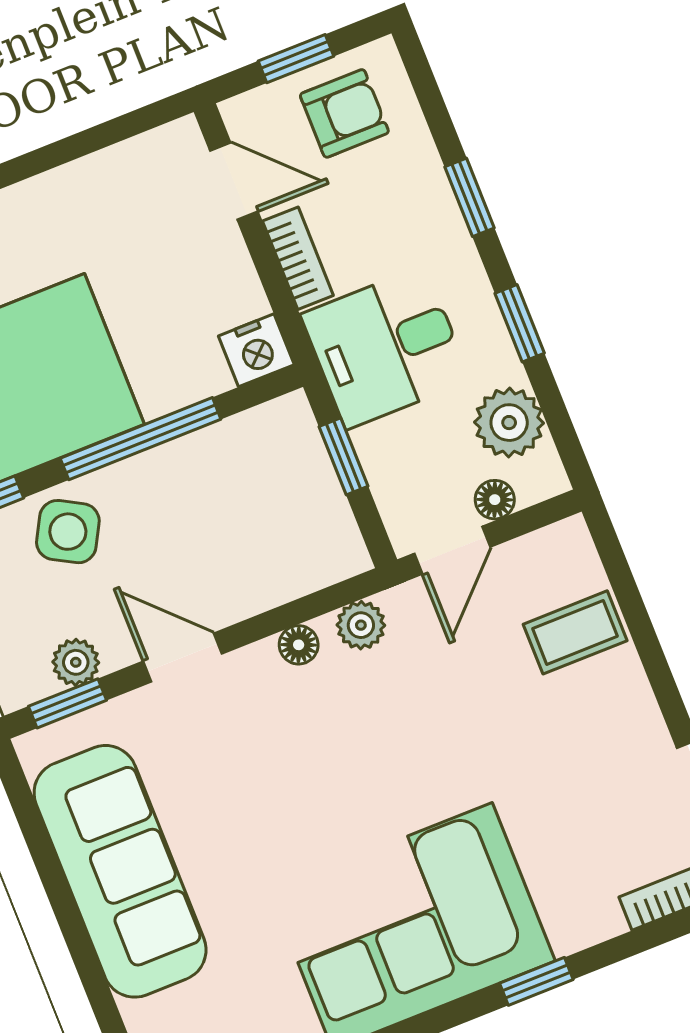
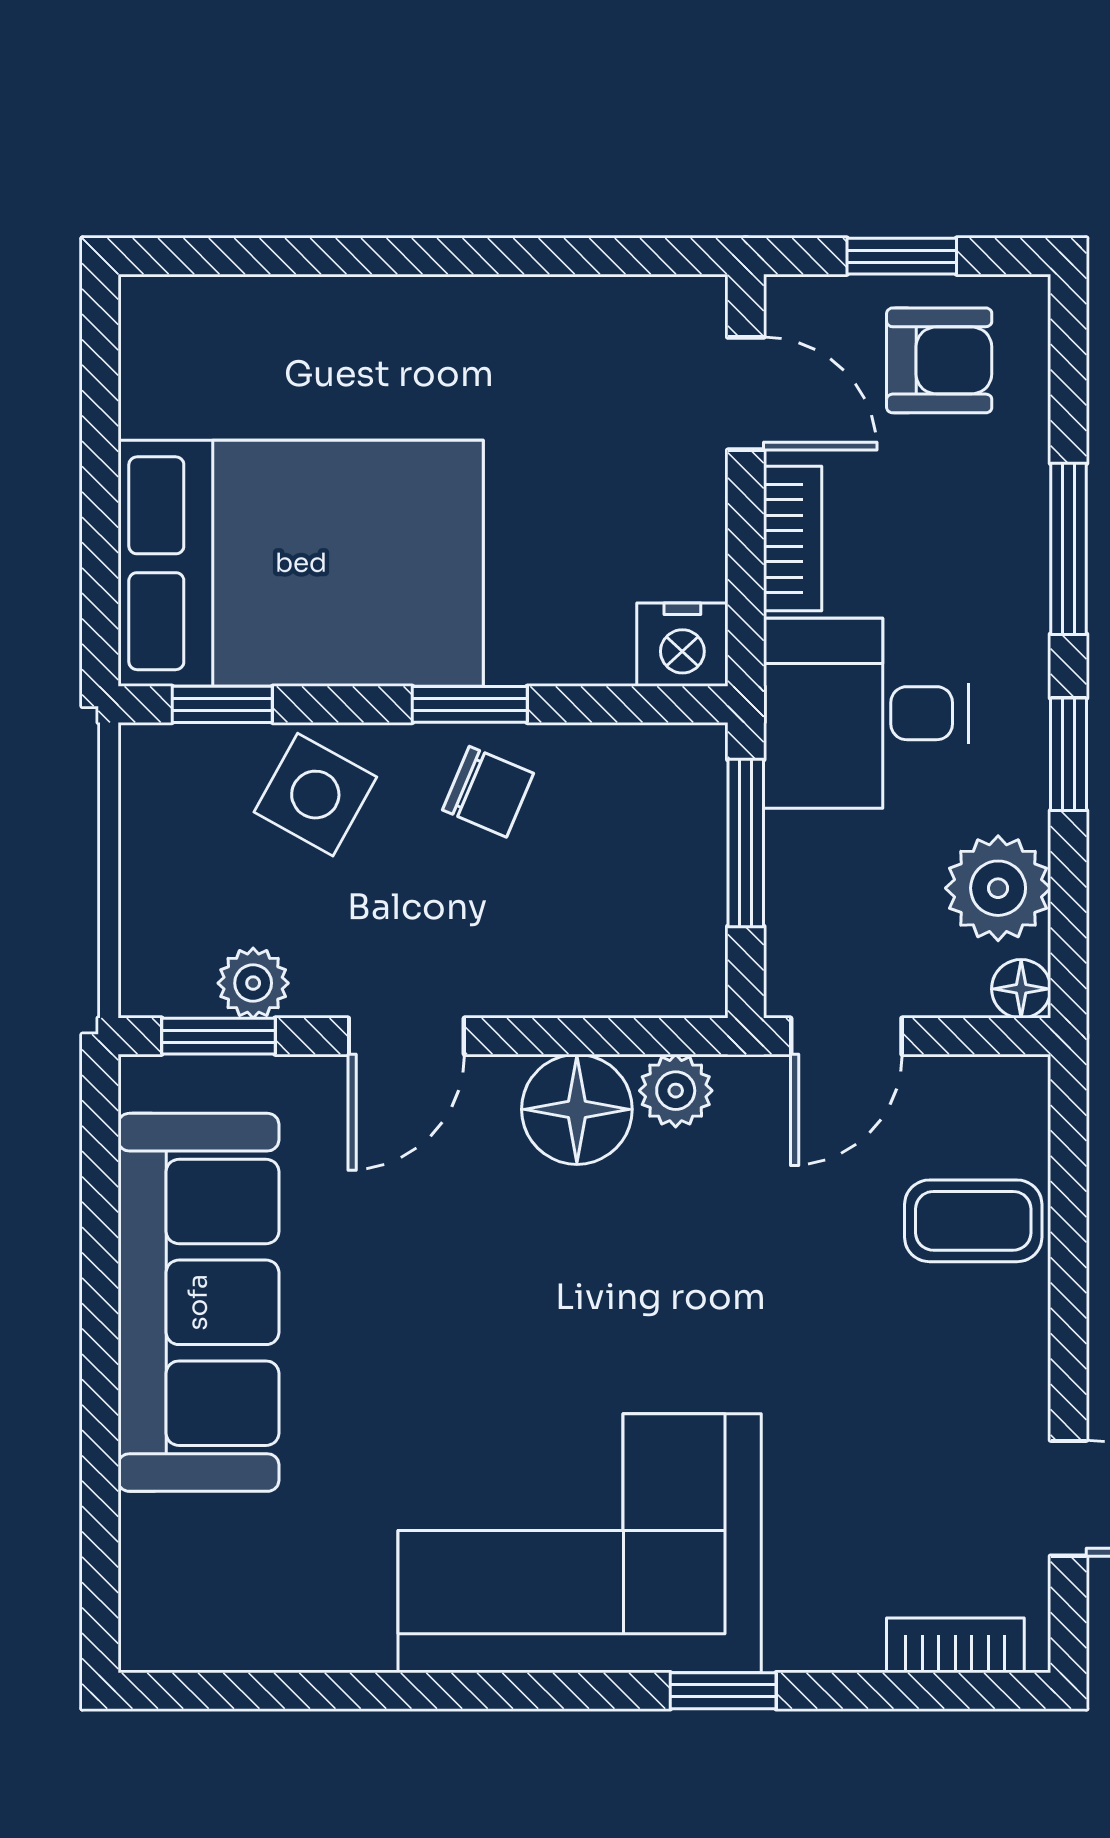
window: (470, 197) -> (1069, 549), width x1.50
window: (141, 439) -> (470, 704), width x0.46
window: (343, 456) -> (746, 843), width x1.50
chair: (173, 488) -> (488, 792), added
floor lamp: (495, 500) -> (1021, 989), moved
floor lamp: (299, 645) -> (577, 1109), width x1.89, depth x1.89
door: (183, 658) -> (406, 1036), swing flipped

